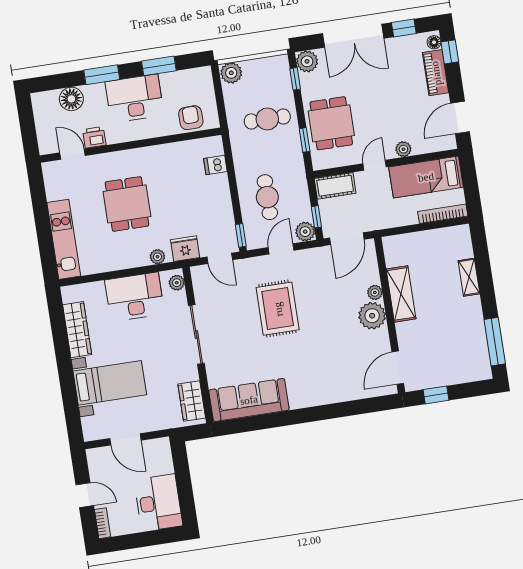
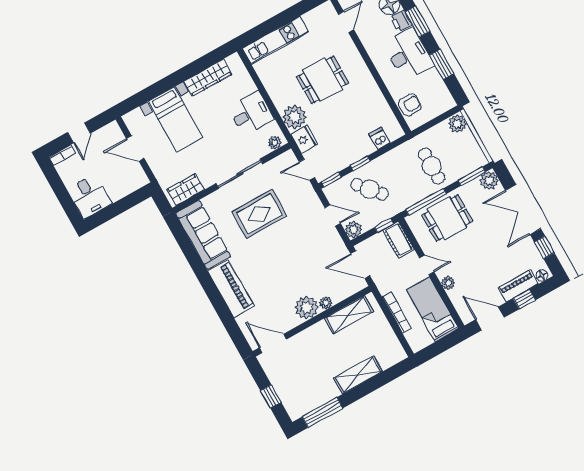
window: (450, 52) -> (524, 299), moved
window: (295, 79) -> (472, 176), width x1.50
printer: (94, 137) -> (401, 21), moved, turned 180
window: (305, 140) -> (426, 202), width x2.17
window: (235, 197) -> (360, 163), added
cafe table: (267, 197) -> (370, 189), turned 49
bookcase: (443, 214) -> (397, 312), moved
window: (316, 217) -> (384, 225), moved
plant: (157, 257) -> (295, 117), width x1.88, depth x1.88
door: (220, 258) -> (307, 170), hinge flipped
shelving: (469, 277) -> (358, 375), width x1.50, depth x1.33
shelving: (401, 294) -> (349, 315), moved
desk: (135, 297) -> (251, 113), width x0.73
rug: (278, 309) -> (259, 214), moved
piano: (320, 392) -> (231, 289), added
window: (436, 395) -> (271, 396), moved
door: (125, 439) -> (135, 149), hinge flipped
desk: (158, 503) -> (89, 196), width x0.73

